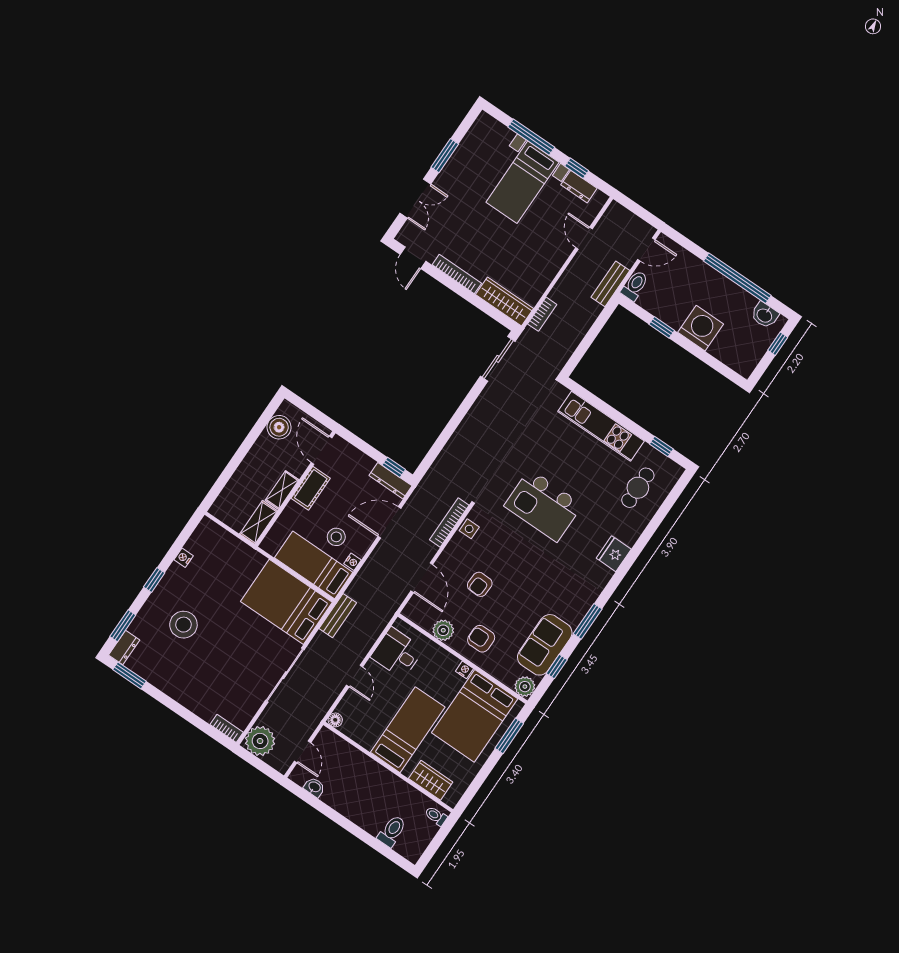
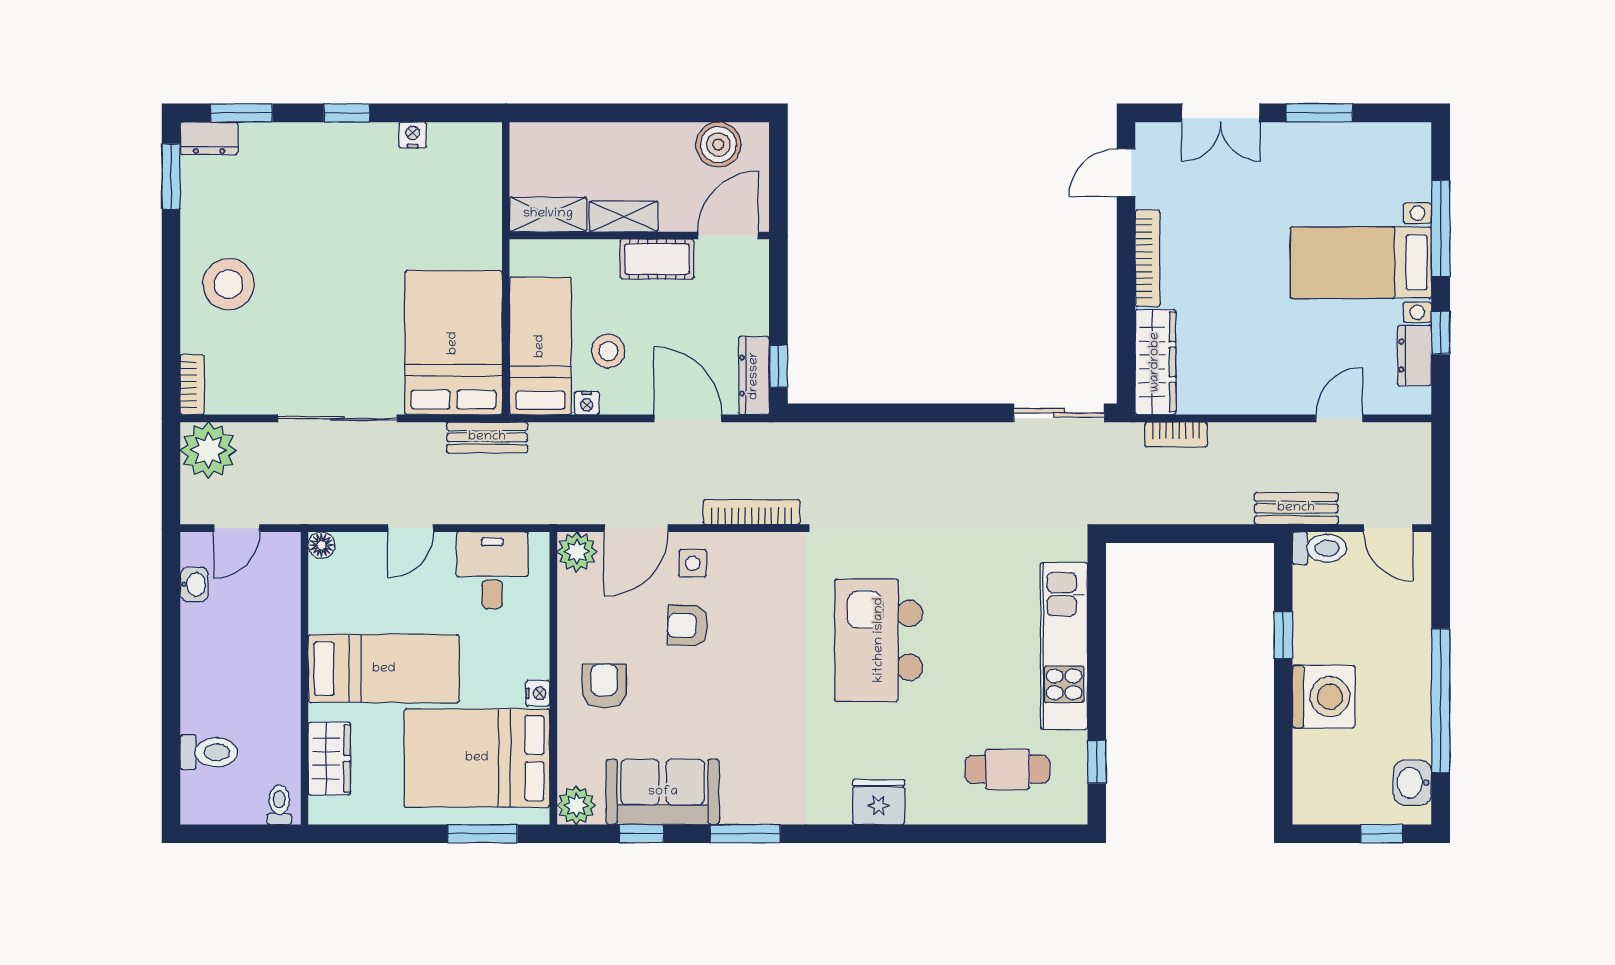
side table: (469, 529) -> (693, 563), moved
stool: (183, 625) -> (228, 284), moved
plant: (443, 630) -> (577, 552), moved

